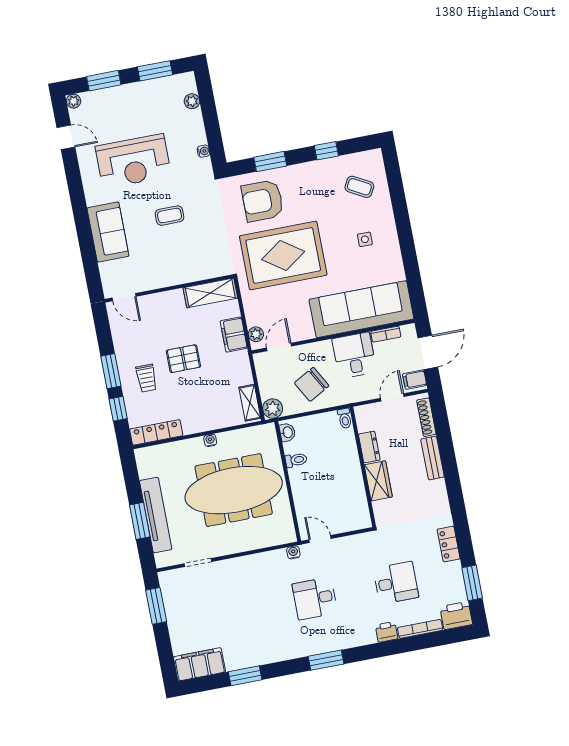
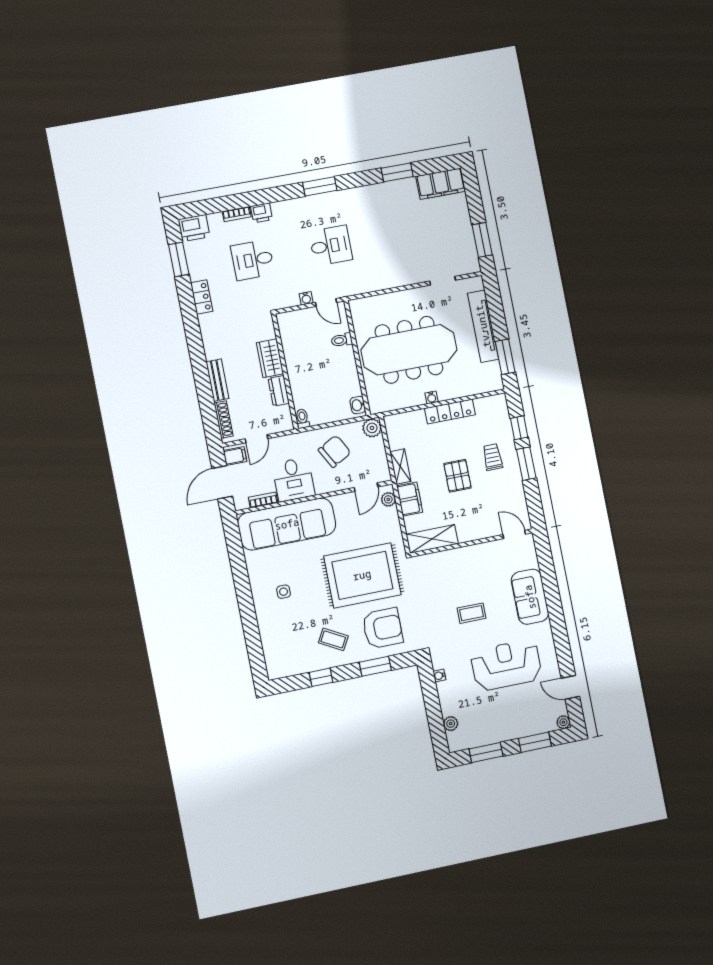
coffee table: (359, 187) -> (333, 639), moved
pallet: (183, 359) -> (457, 476), turned 90
shelving: (250, 403) -> (400, 466), moved
locker: (156, 432) -> (450, 412), moved
toilet: (296, 460) -> (342, 340), moved
window: (140, 521) -> (505, 357), moved
water cooler: (293, 552) -> (306, 298), moved
bookcase: (420, 629) -> (237, 214), width x0.64

